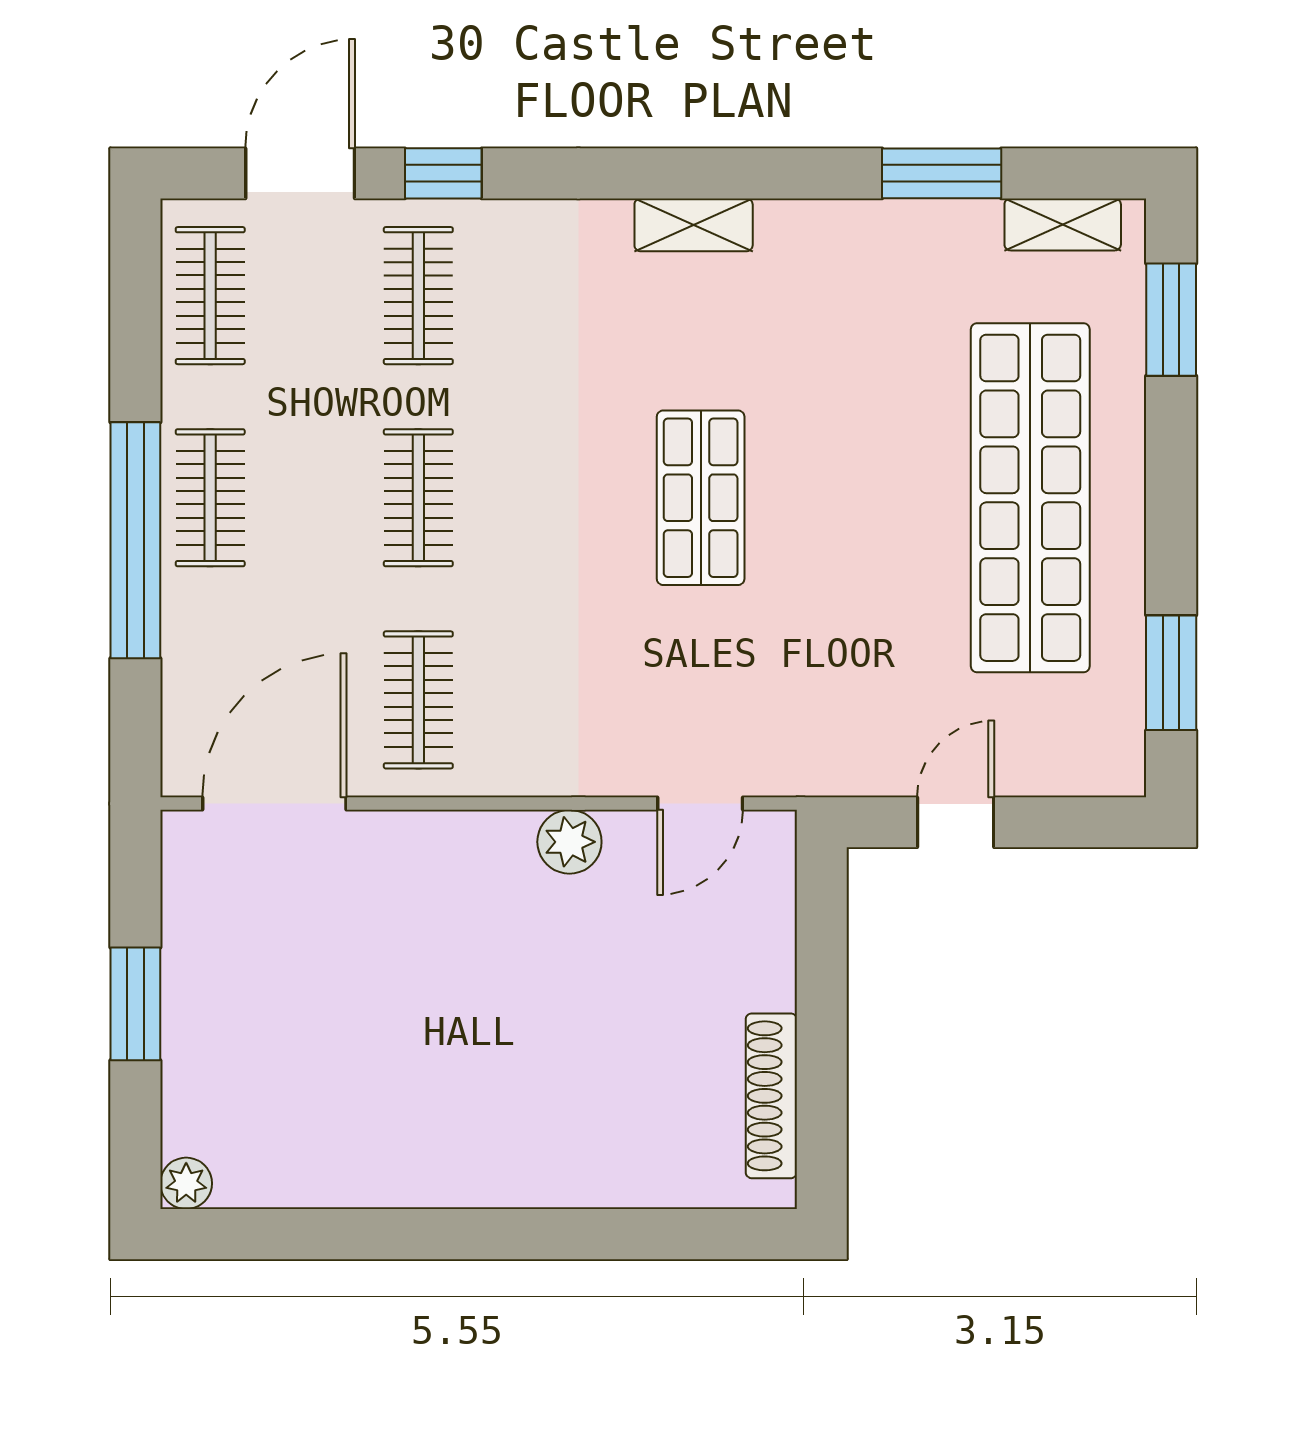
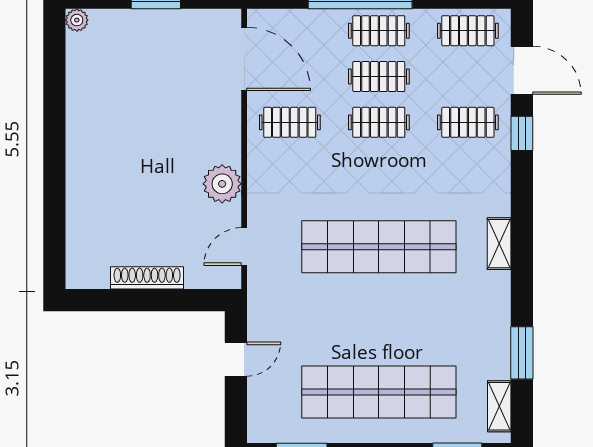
clothes rail: (314, 498) -> (379, 77), added
shop shelf: (701, 498) -> (379, 247), width x2.00, depth x1.36
door: (700, 804) -> (244, 246), hinge flipped
door: (956, 822) -> (236, 359), hinge flipped
plant: (569, 842) -> (222, 184), width x1.36, depth x1.36
shoe rack: (771, 1096) -> (147, 278), moved

